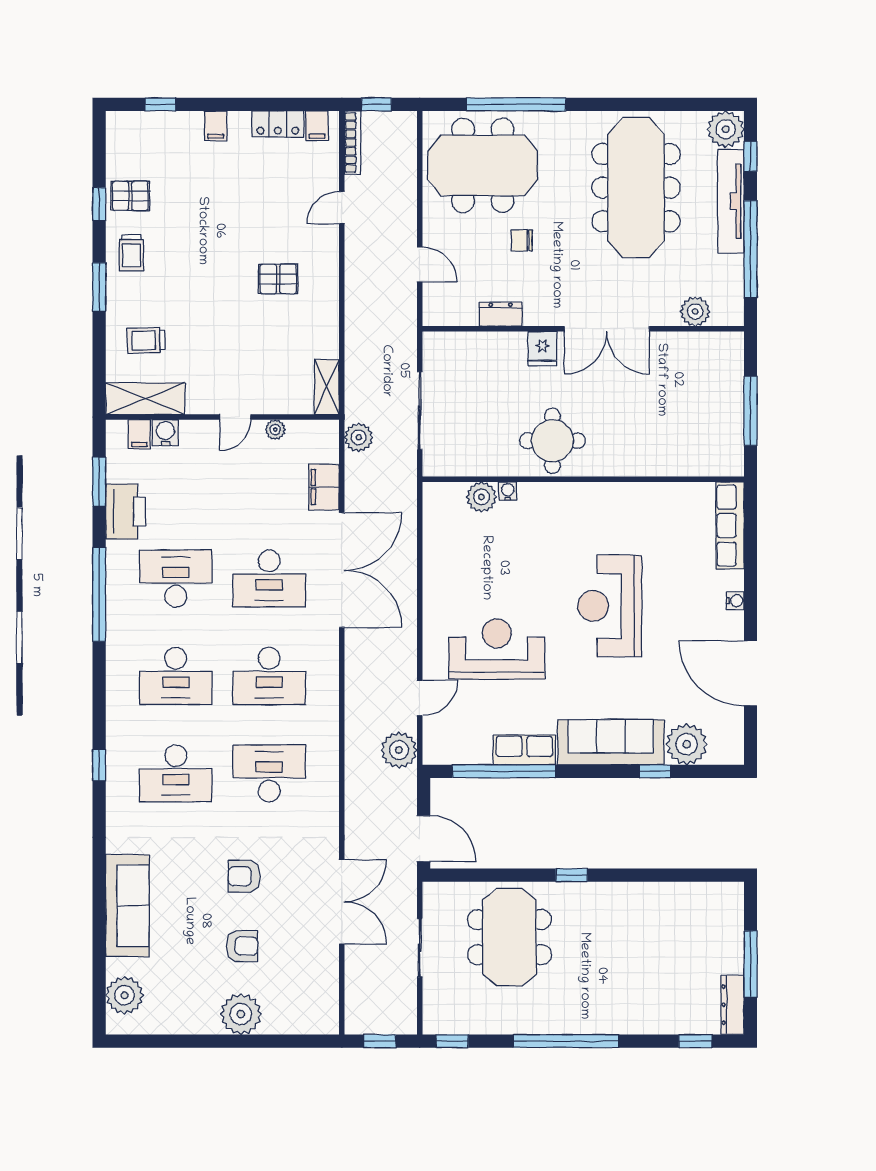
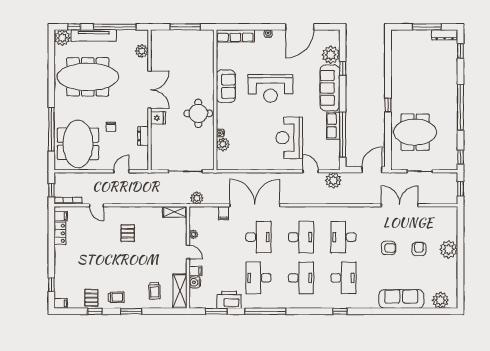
filing cabinet: (216, 126) -> (61, 303), moved
filing cabinet: (139, 434) -> (195, 271), moved
filing cabinet: (324, 487) -> (223, 213), width x0.50
sofa: (615, 504) -> (226, 86), added
armchair: (244, 876) -> (388, 248), turned -90

